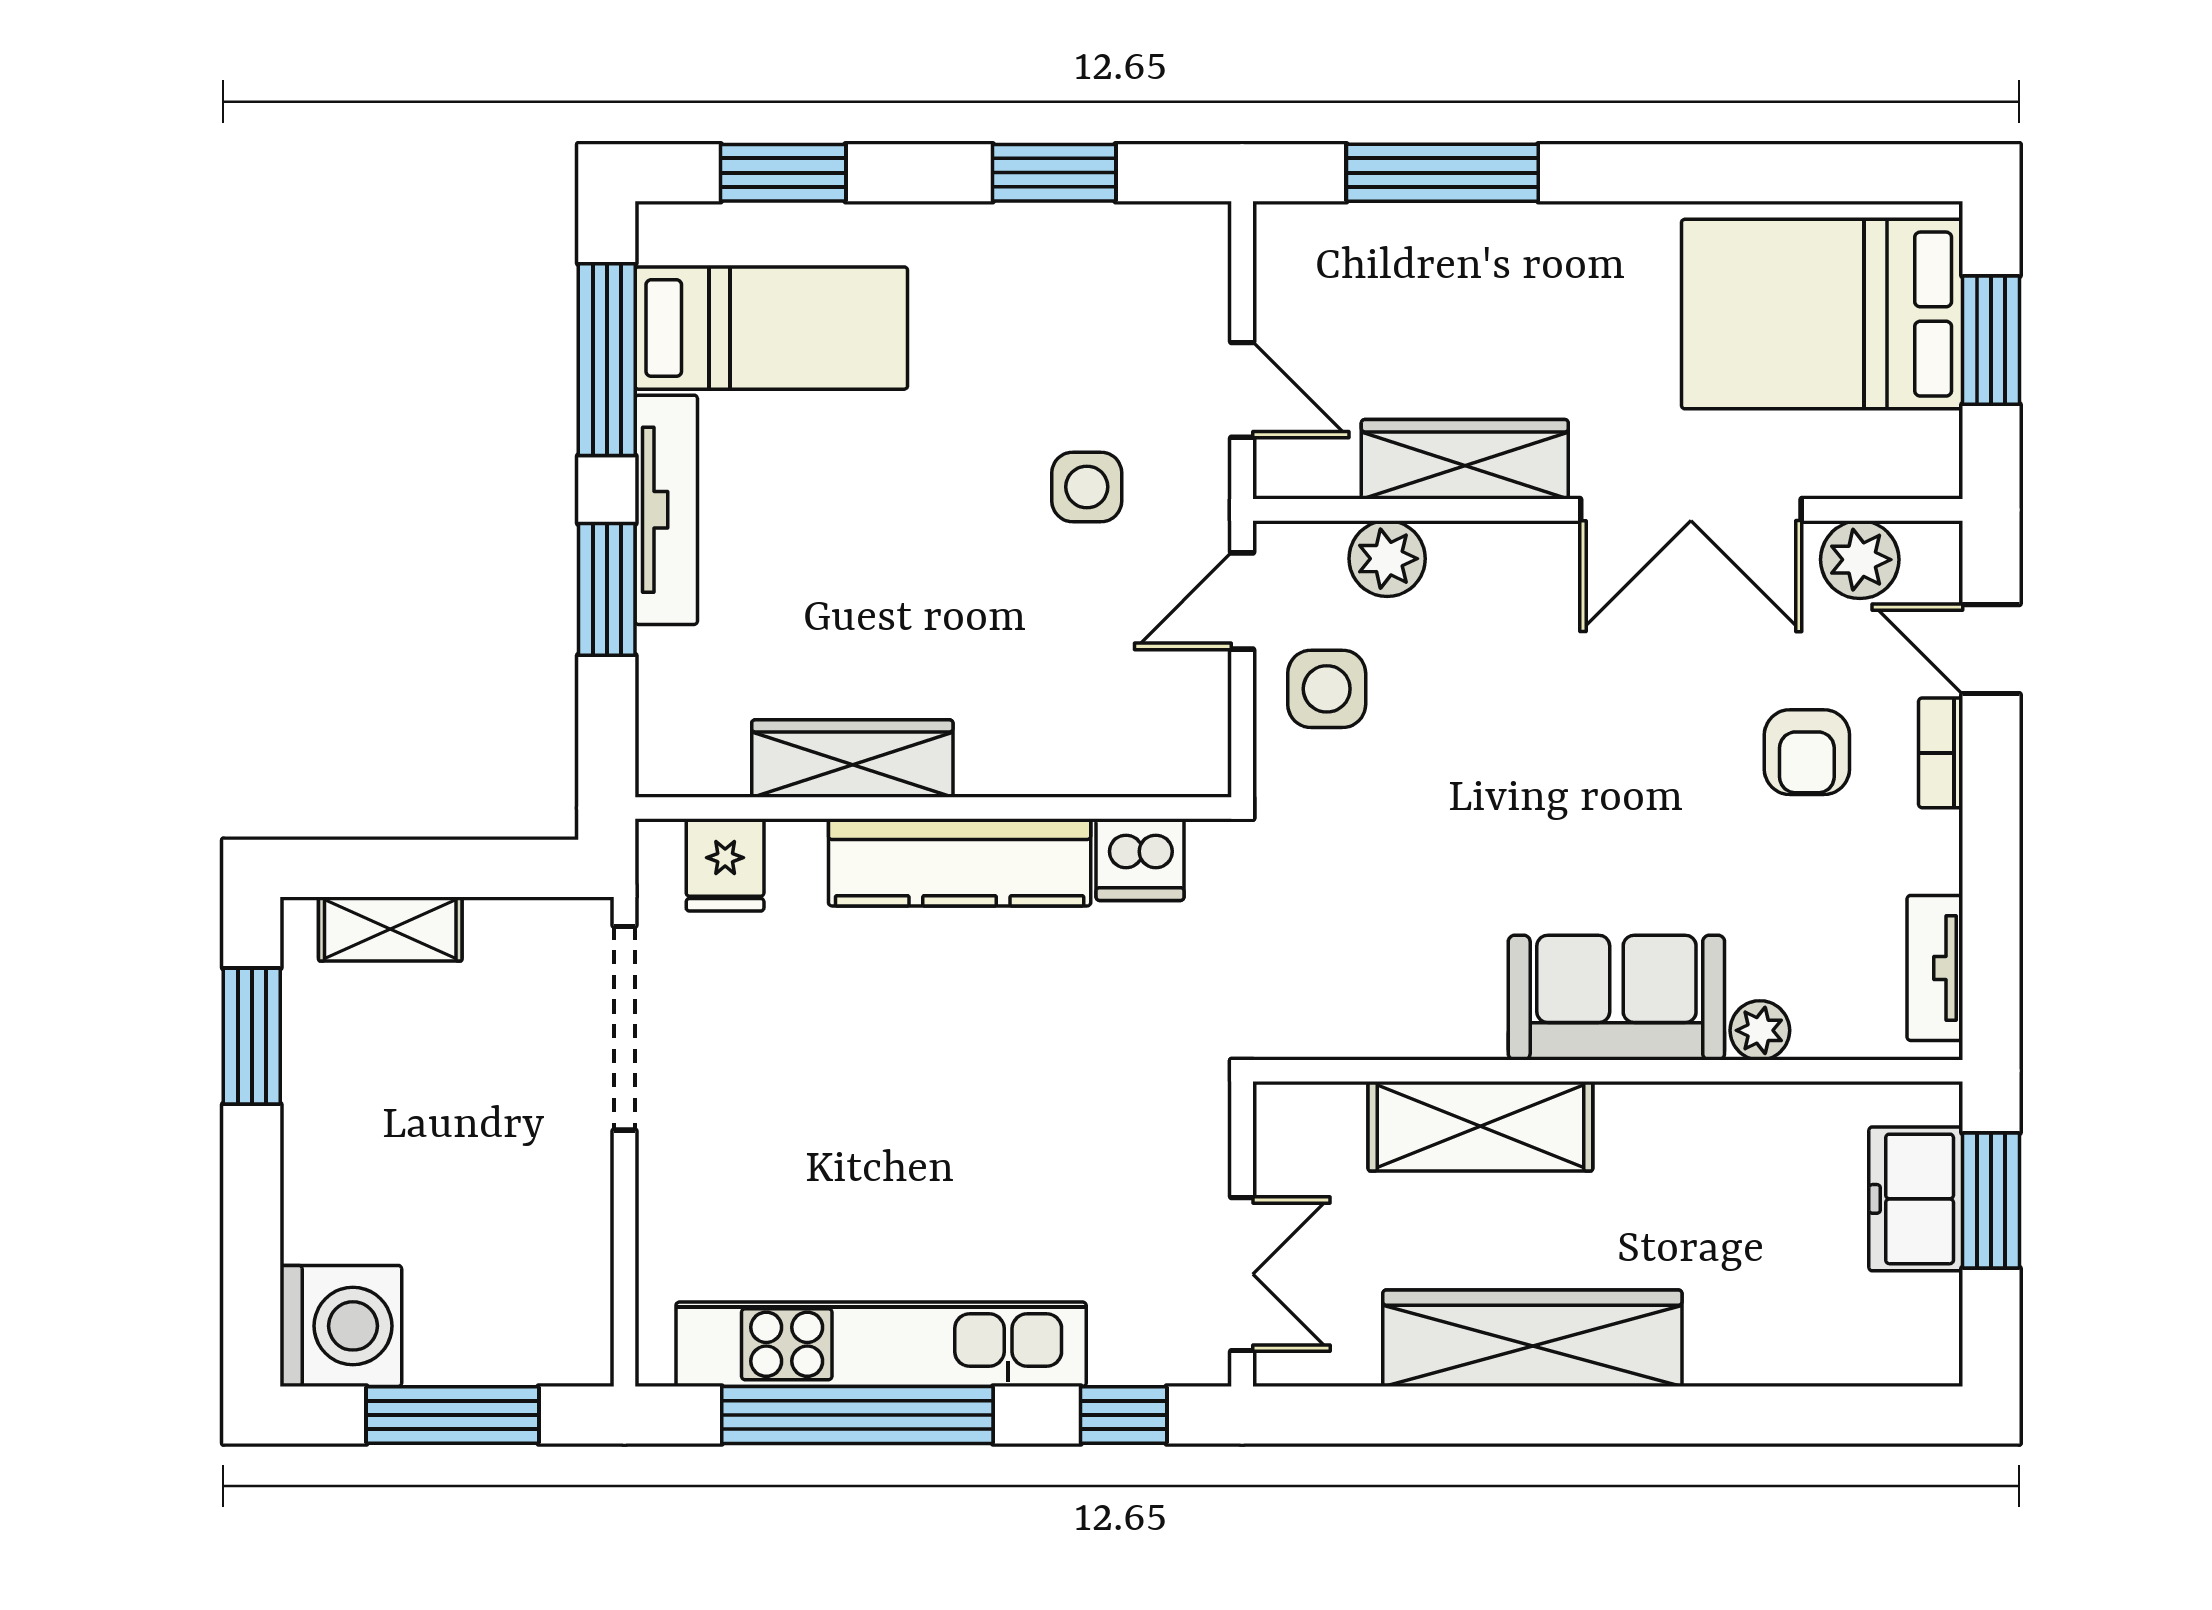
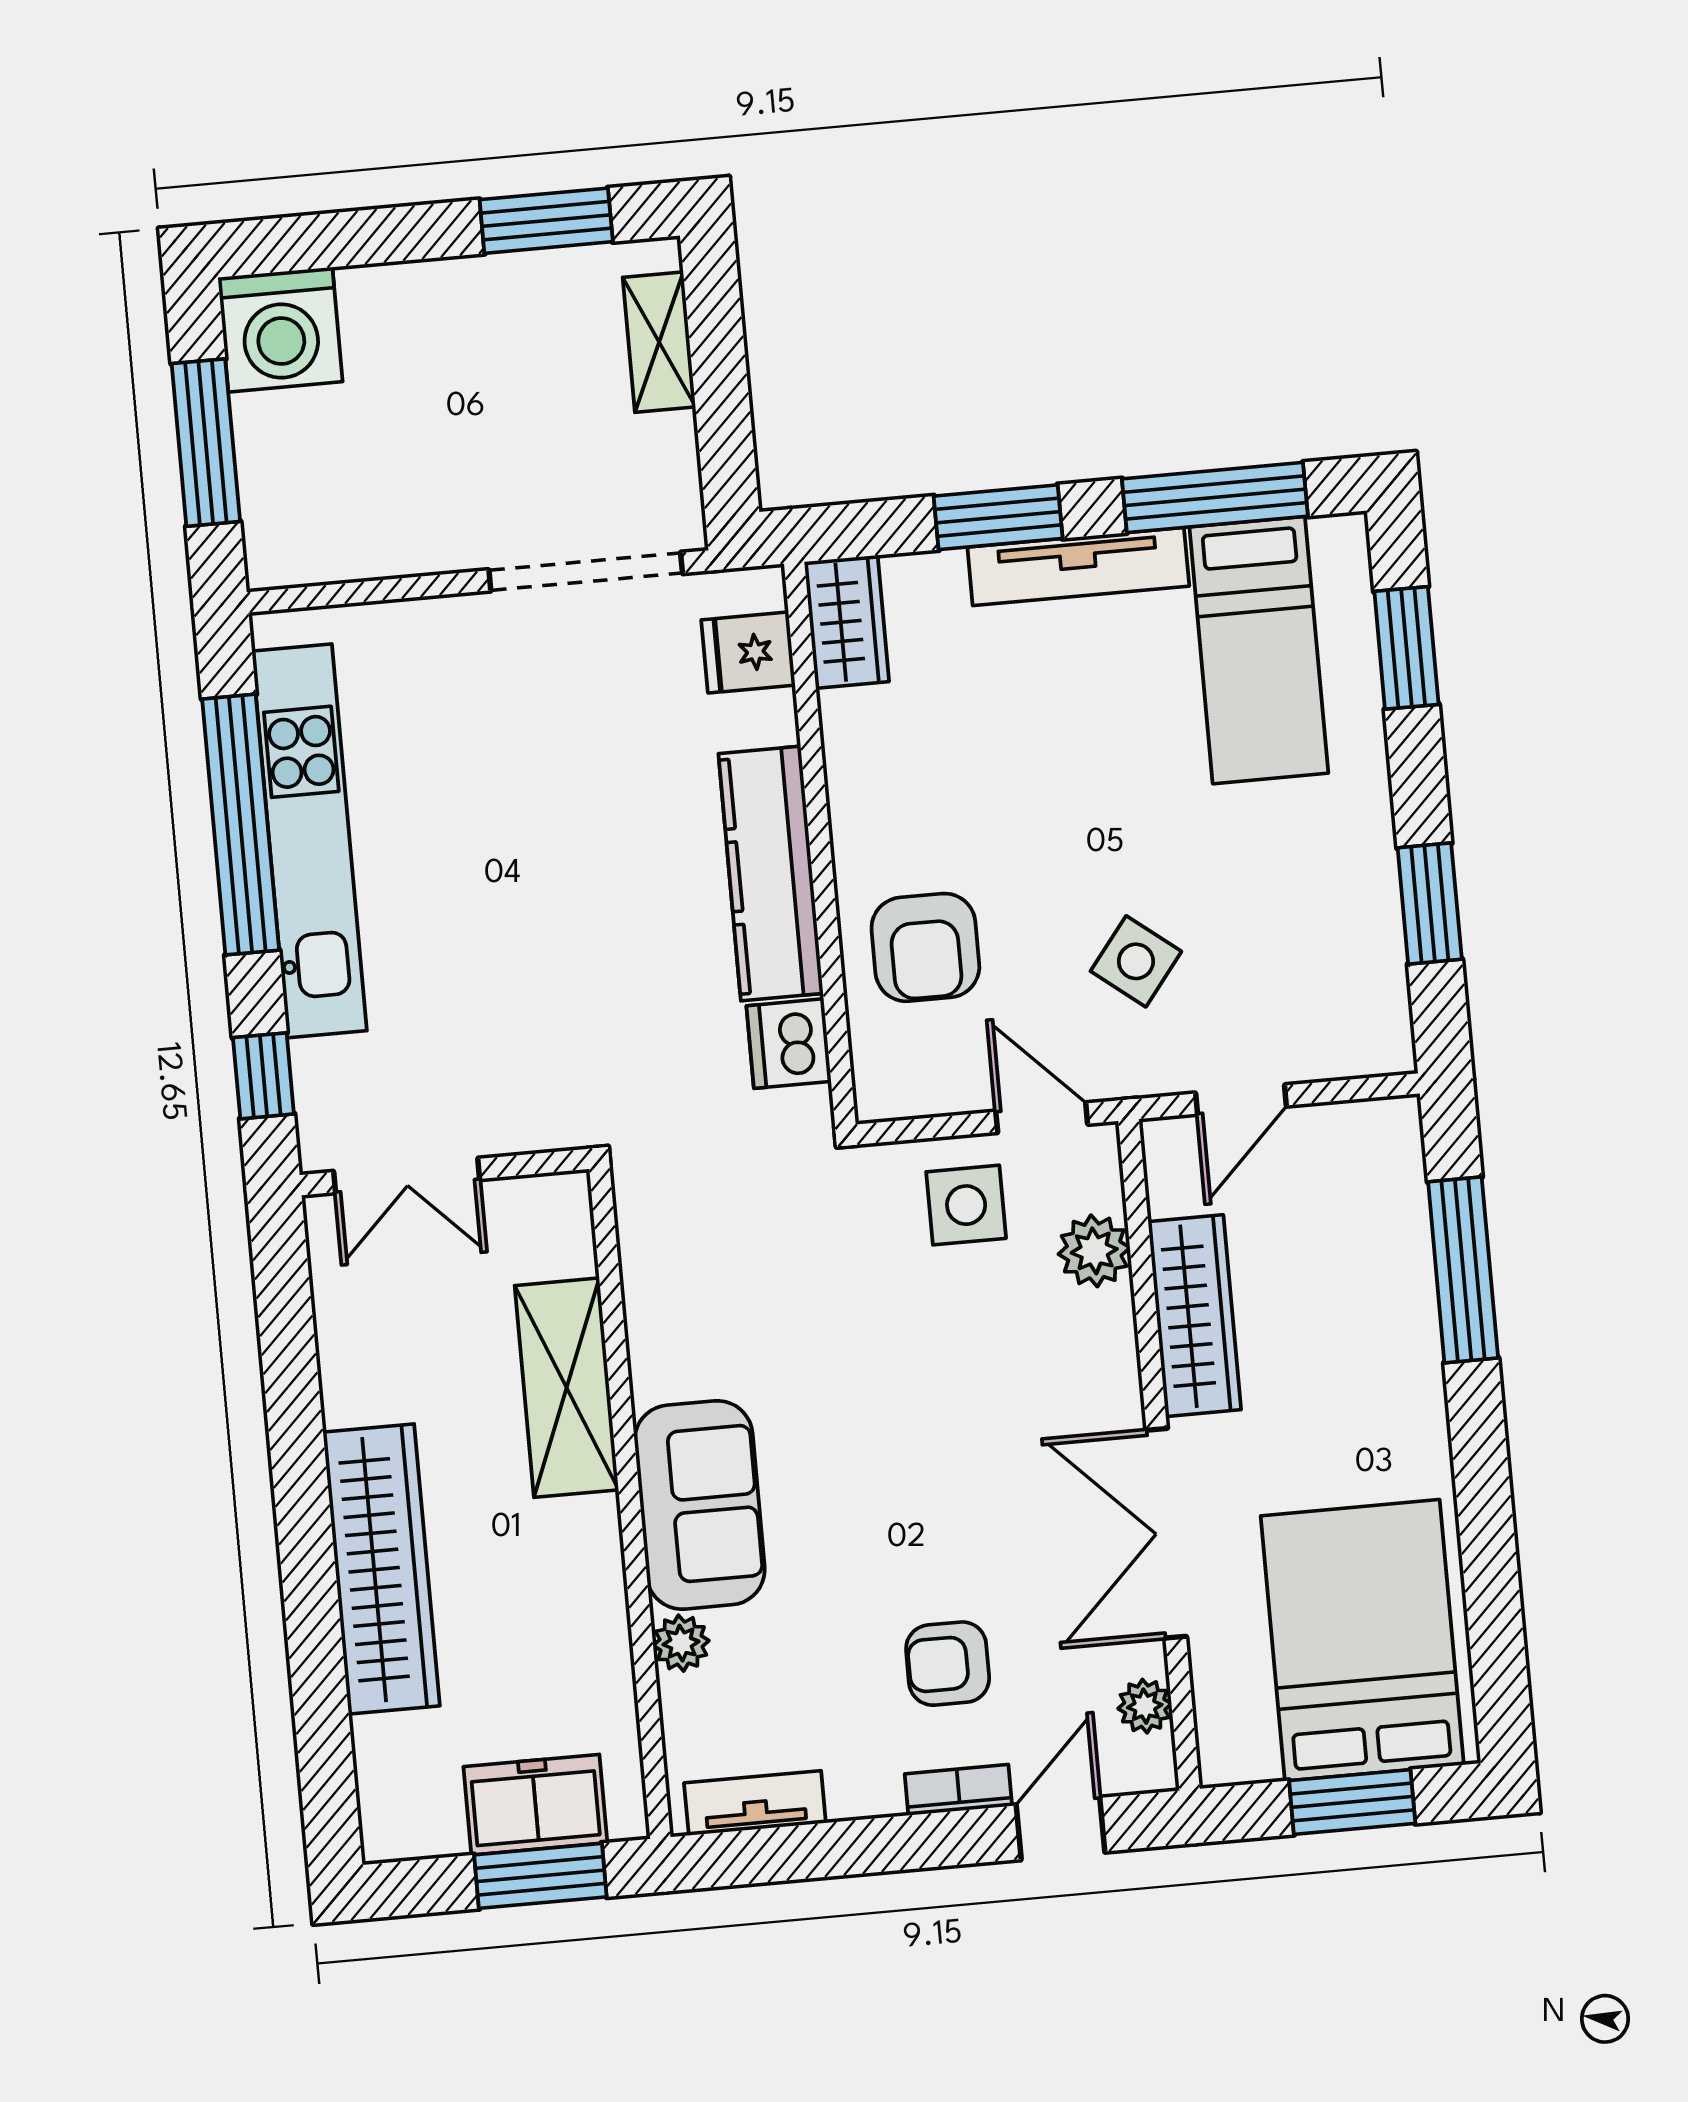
side table: (1087, 487) -> (1136, 961), turned 38
plant: (1860, 560) -> (1145, 1706), width x0.73, depth x0.73
armchair: (1052, 707) -> (925, 947), added
wardrobe: (852, 759) -> (847, 622), moved, width x0.67
wardrobe: (1532, 1338) -> (381, 1569), moved

